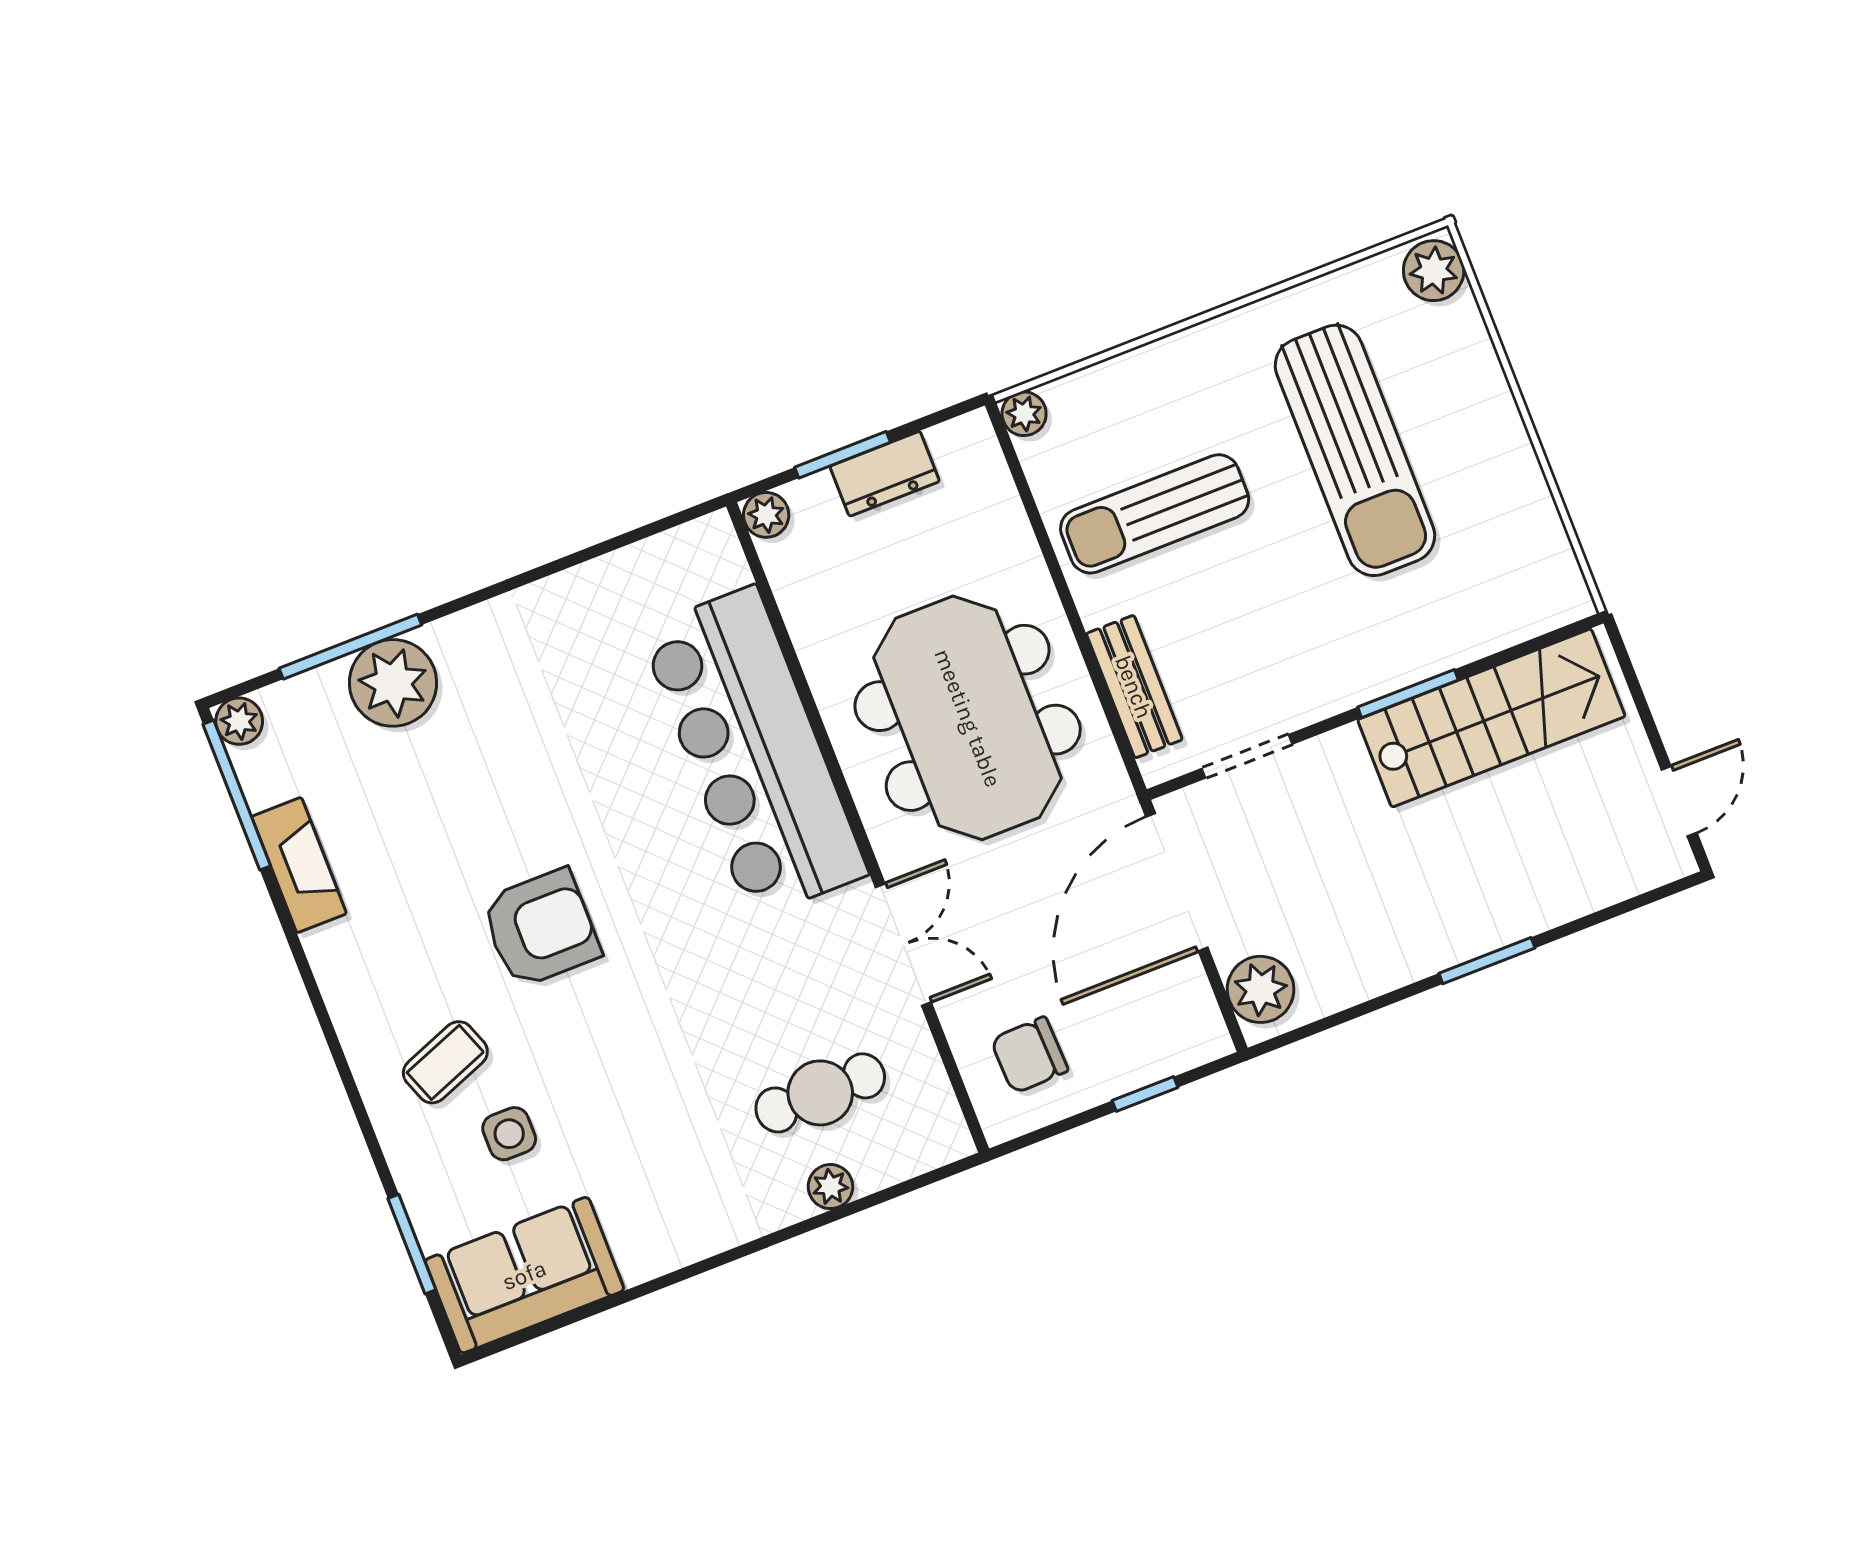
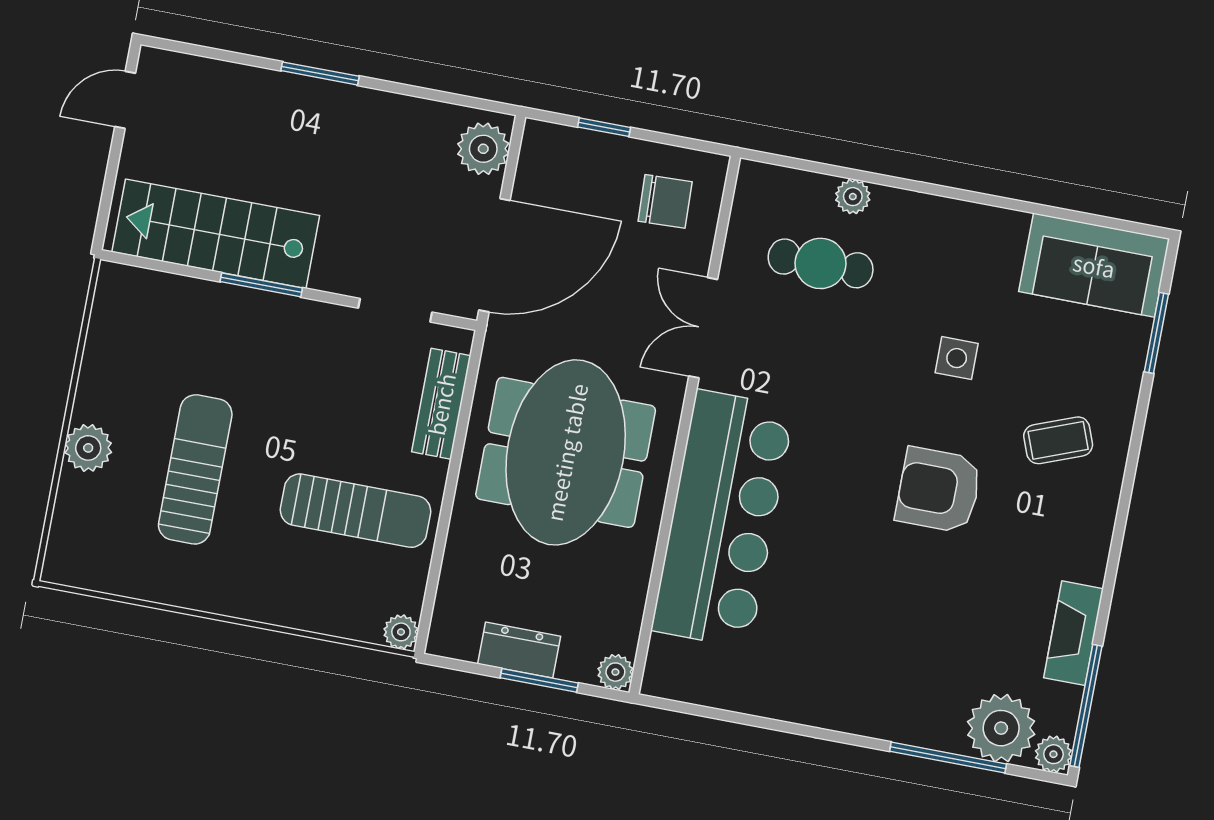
plant: (1434, 271) -> (88, 448), moved
sun lounger: (1355, 450) -> (195, 469), width x0.73, depth x0.75
plant: (393, 683) -> (1001, 728), moved
side table: (509, 1134) -> (957, 358), moved

